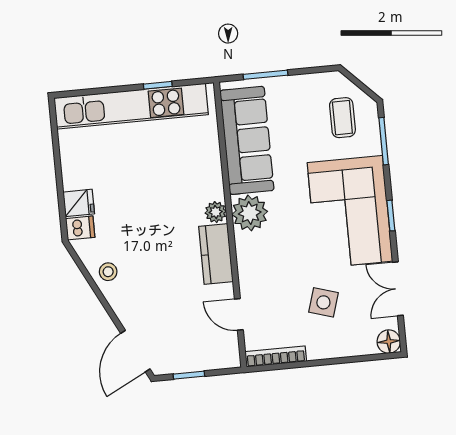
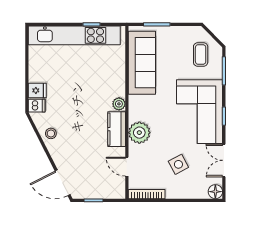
plant: (250, 213) -> (139, 133), moved
side table: (323, 302) -> (178, 164), turned 45
door: (135, 351) -> (63, 183), hinge flipped

